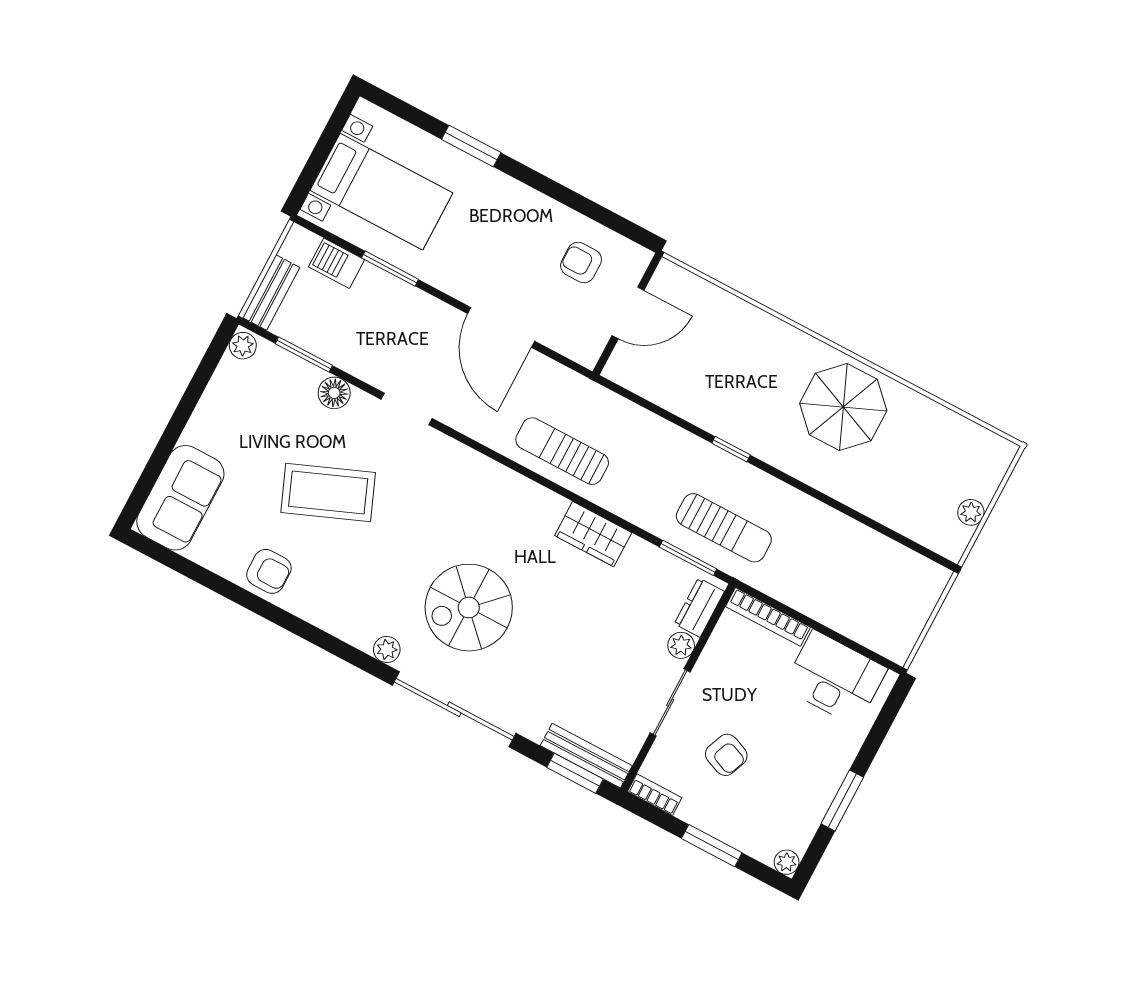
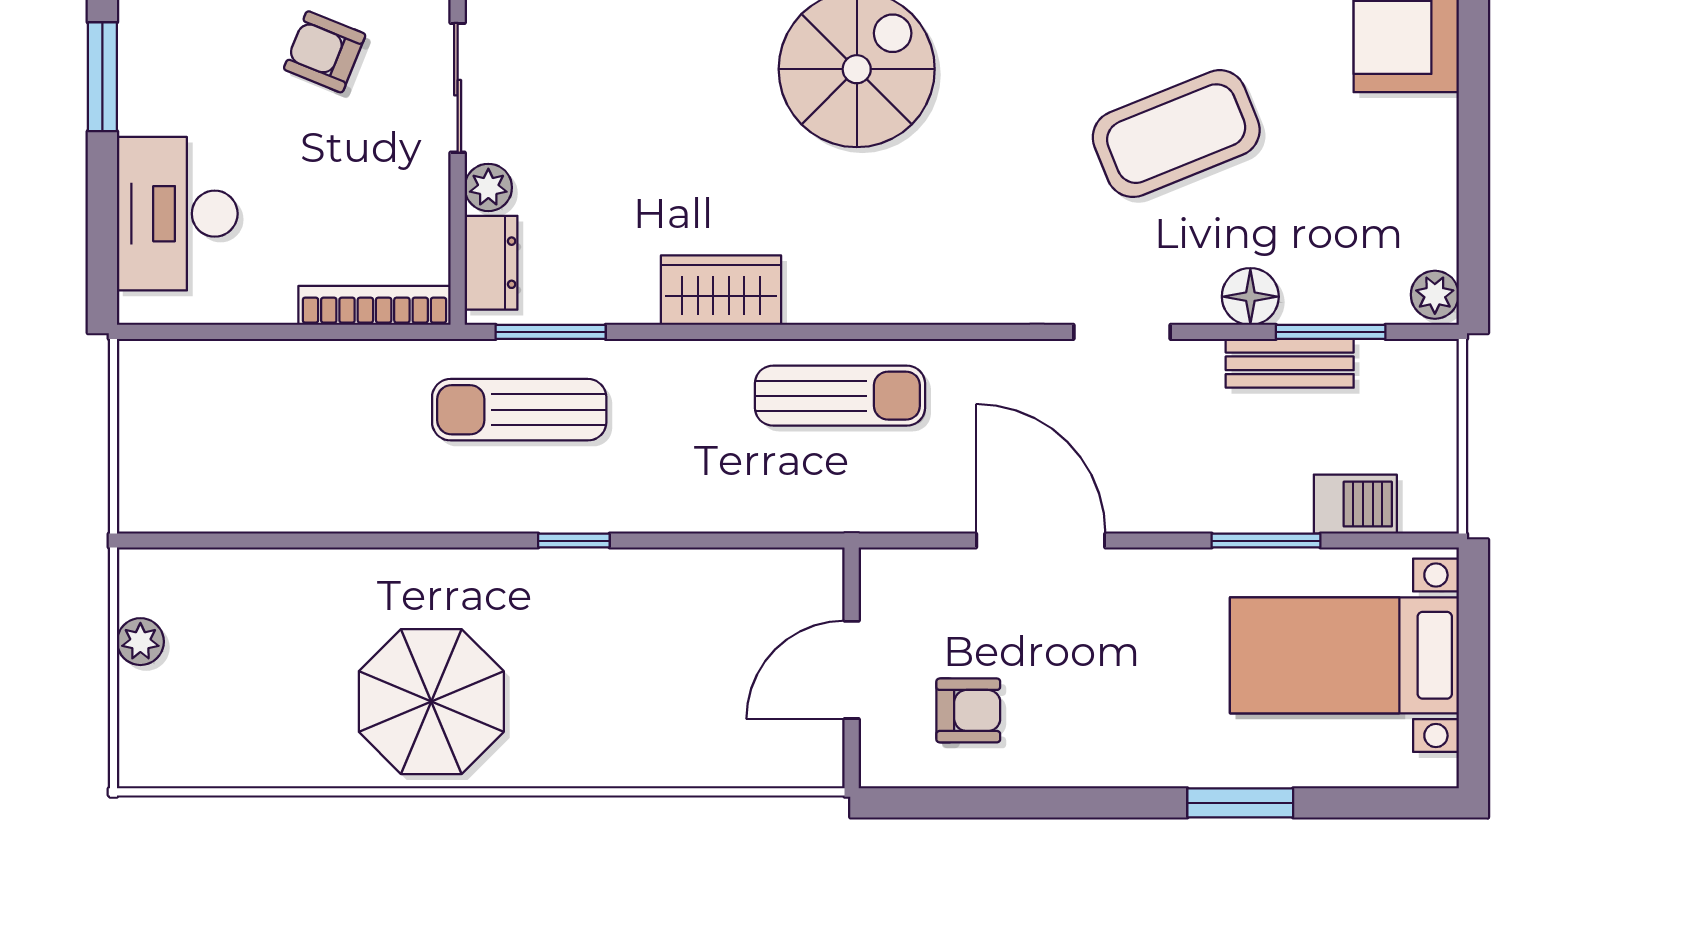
bench: (271, 292) -> (1290, 363), moved, turned 90
desk: (835, 678) -> (177, 214), moved, turned 90

